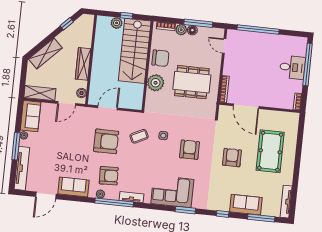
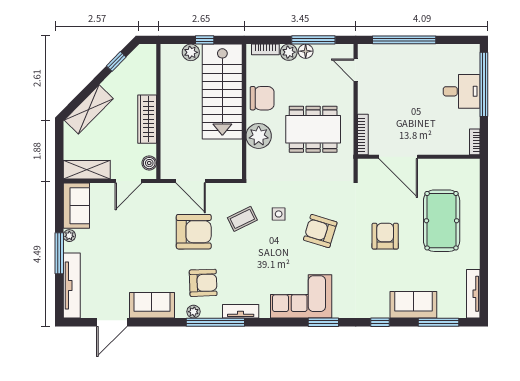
door: (108, 108) -> (191, 181), swing flipped
armchair: (190, 150) -> (320, 231), turned -73

